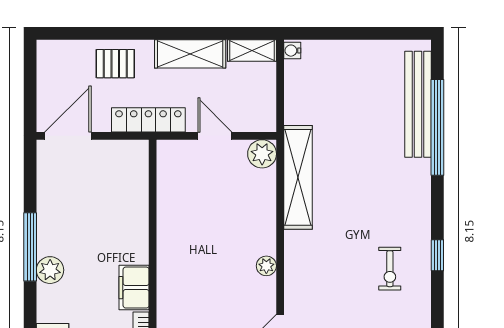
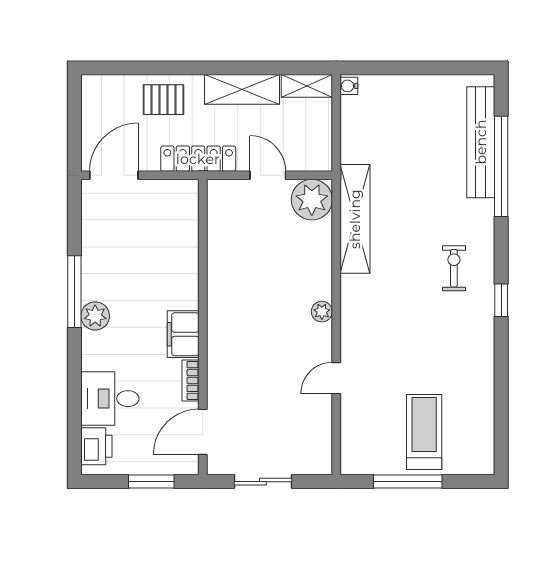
plant: (262, 154) -> (312, 200), width x1.36, depth x1.36
exercise bike: (390, 269) -> (454, 268), moved, turned 180

